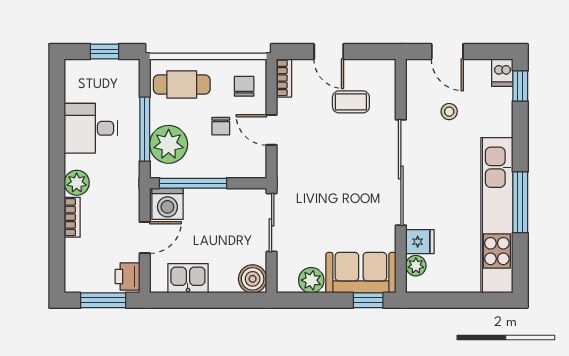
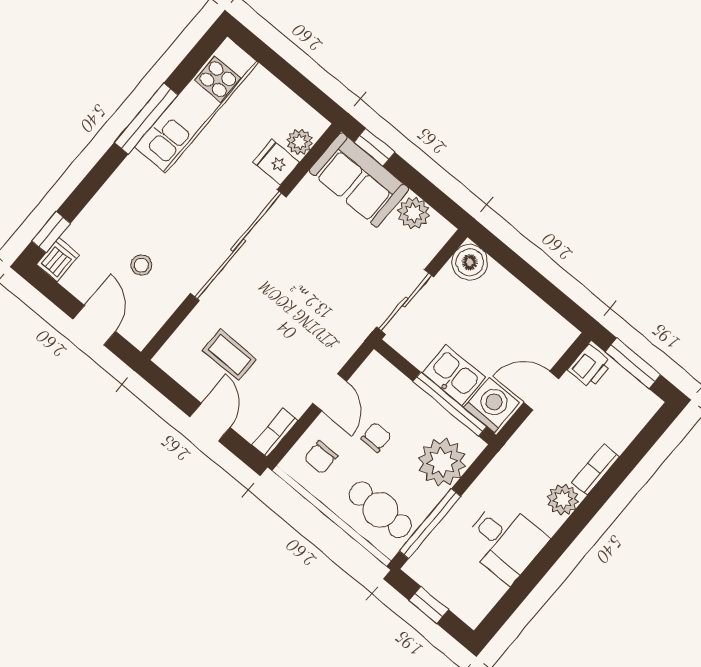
window: (145, 129) -> (430, 524), moved
kitchen unit: (497, 215) -> (196, 105), width x0.73
kitchen sink: (188, 278) -> (454, 375), moved, turned 180

